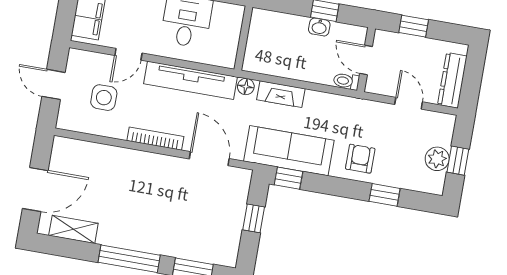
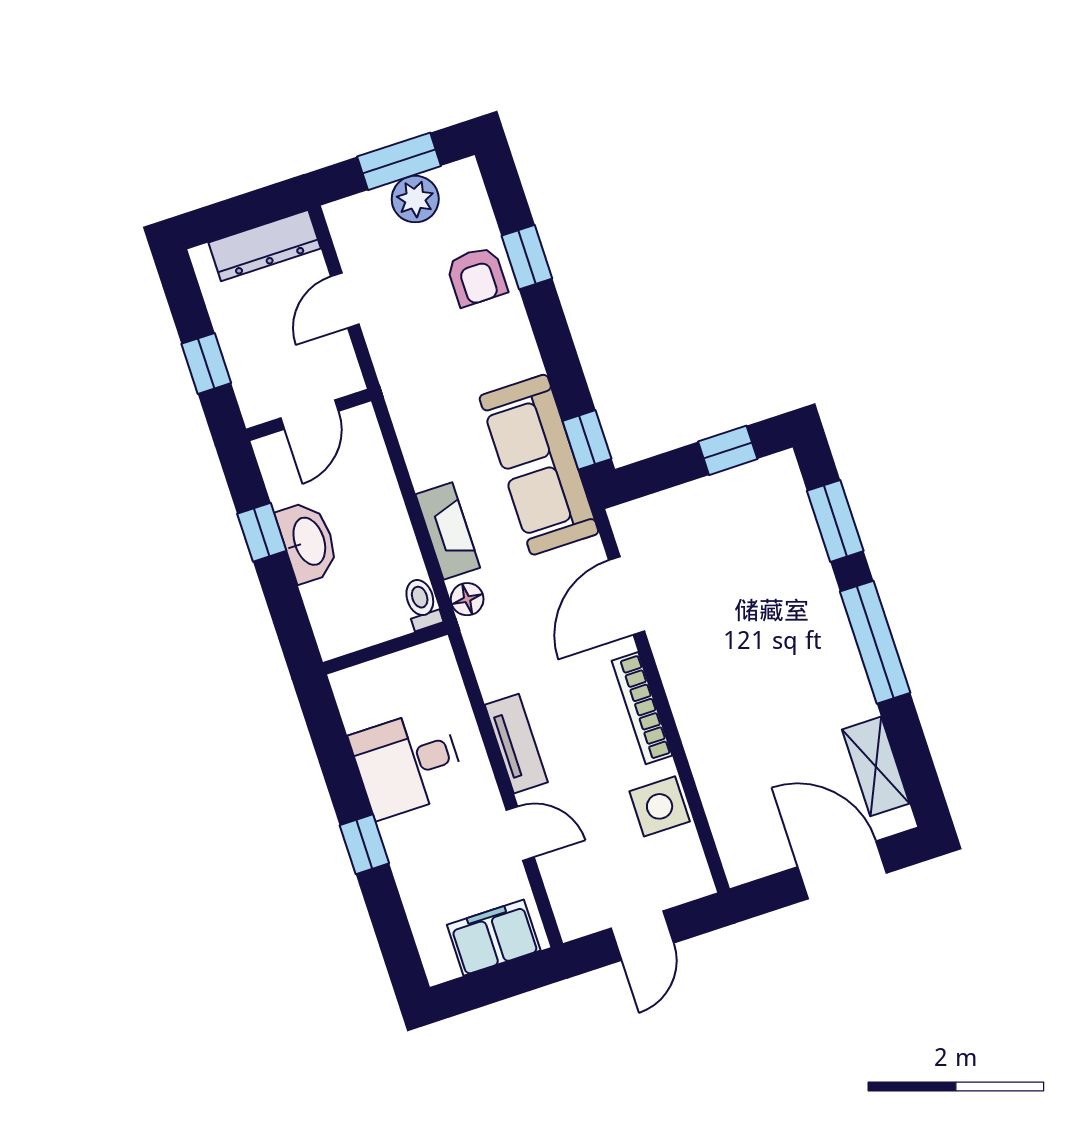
washbasin: (319, 27) -> (308, 542), width x1.91, depth x1.45
tv unit: (191, 80) -> (516, 744), width x0.52, depth x0.78
toilet: (346, 81) -> (422, 604), moved, turned 180
side table: (104, 98) -> (660, 806), moved
armchair: (360, 159) -> (477, 276), moved, turned -90
window: (458, 161) -> (399, 161), width x1.50
window: (254, 218) -> (728, 450), moved

